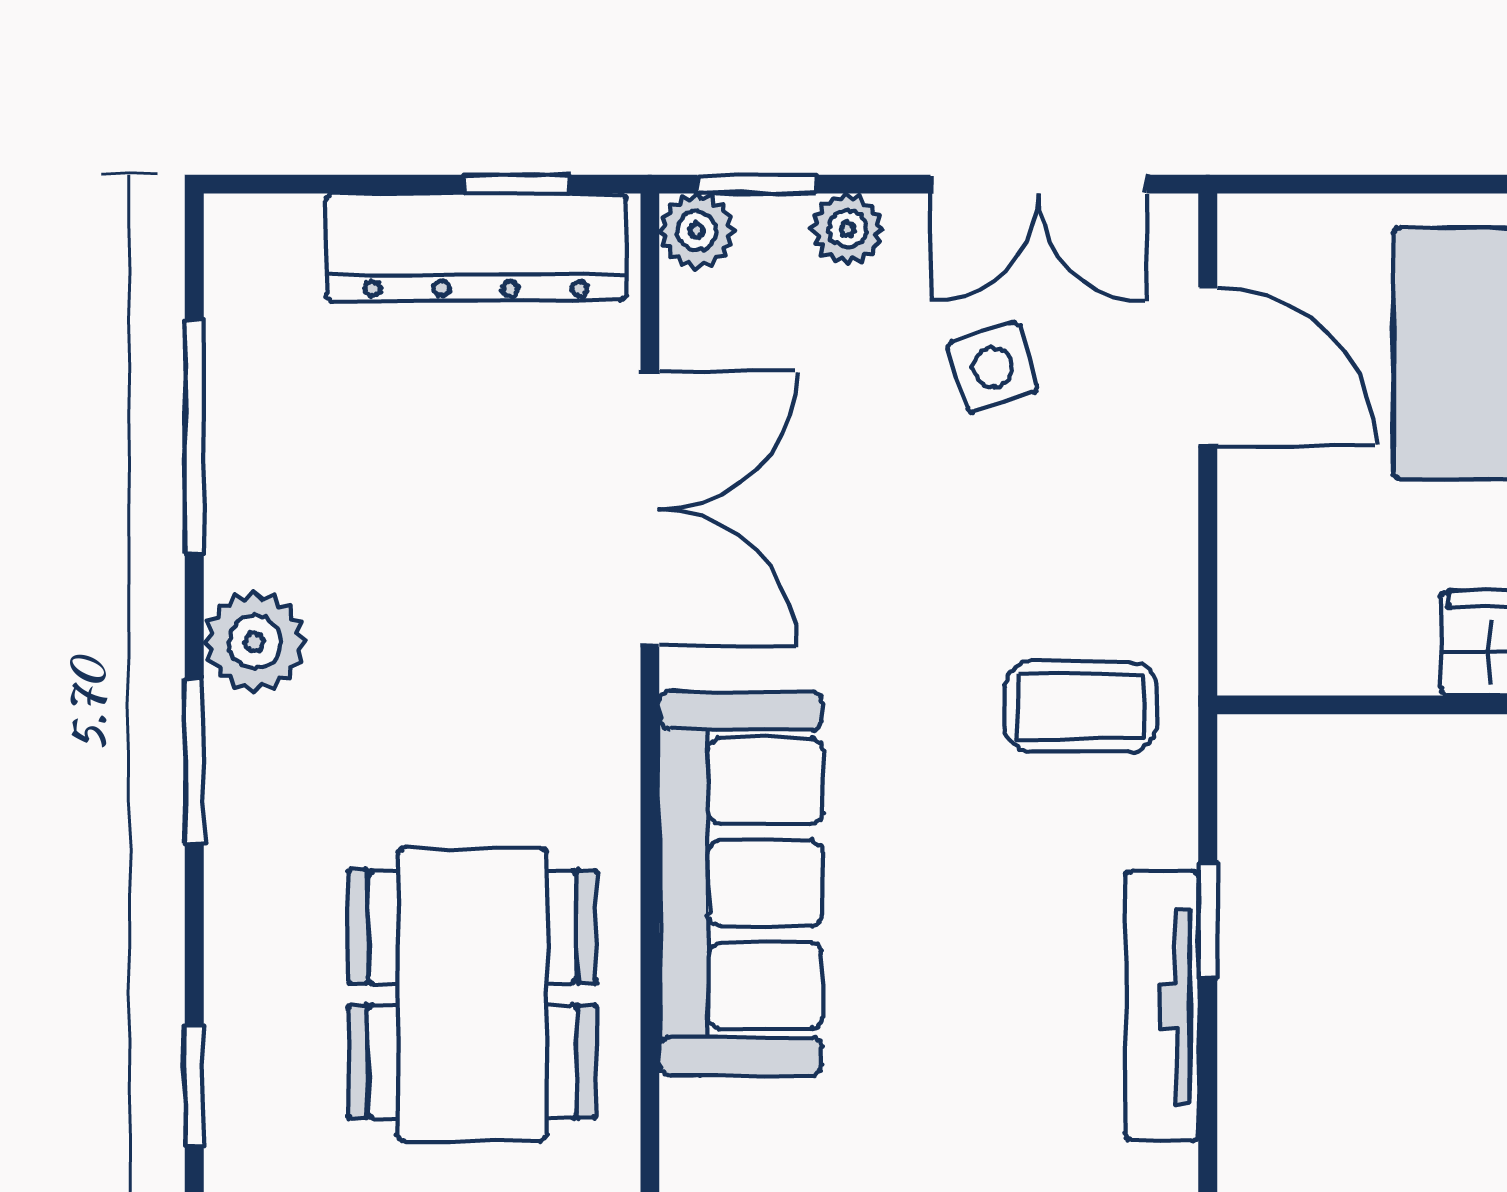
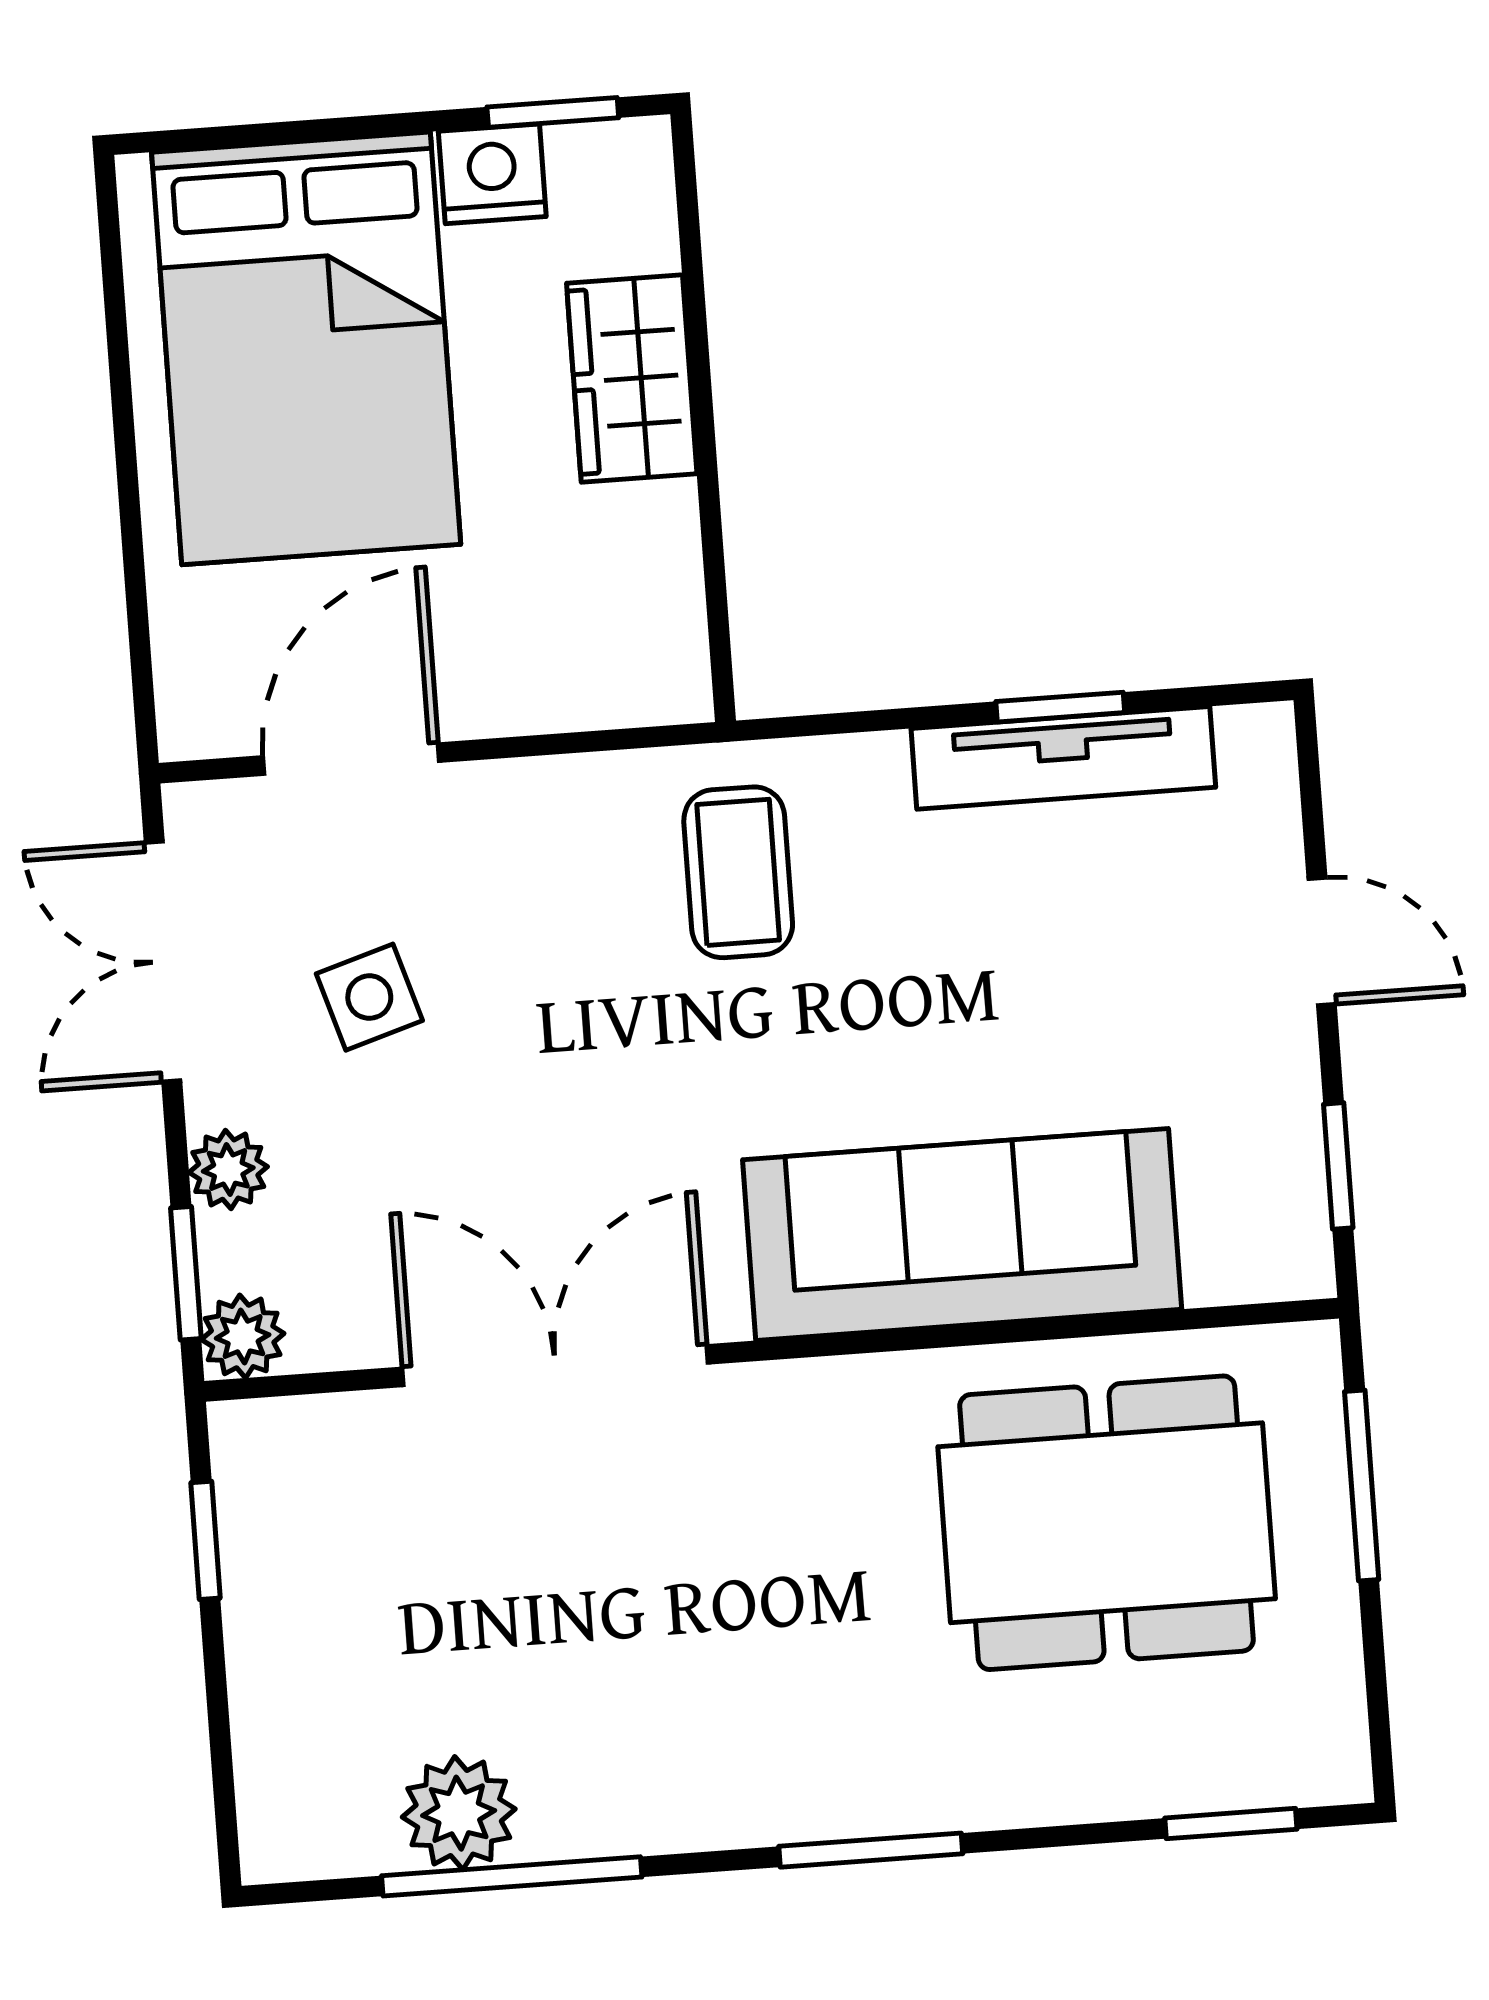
double door: (1038, 184) -> (163, 962), swing flipped
dresser: (476, 247) -> (278, 1579), removed
plant: (255, 642) -> (459, 1813), moved
window: (1208, 921) -> (1060, 707), moved

